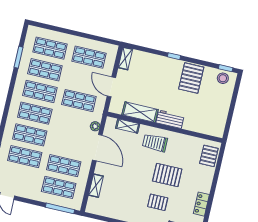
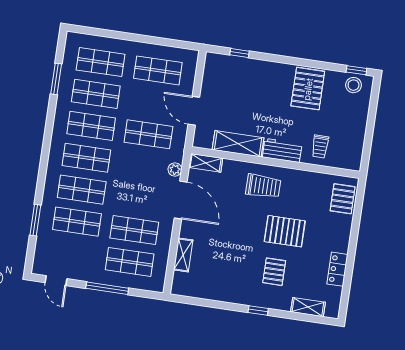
window: (174, 56) -> (239, 53), moved
shelving: (125, 58) -> (211, 68), removed
trolley: (196, 119) -> (320, 147), added
shelving: (128, 126) -> (206, 163), moved
trolley: (155, 143) -> (263, 186), turned 180
pallet: (158, 202) -> (274, 272), turned 90
window: (60, 208) -> (107, 288), moved

